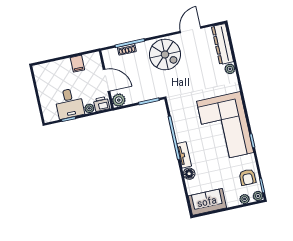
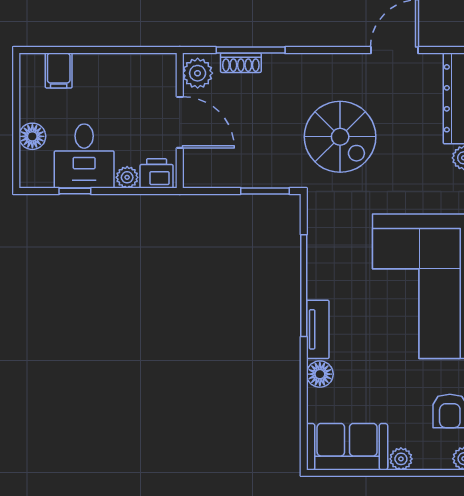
spiral stairs: (165, 54) -> (340, 137), moved
filing cabinet: (77, 64) -> (59, 71), moved
floor lamp: (45, 100) -> (32, 136), added
plant: (119, 100) -> (198, 73), moved
plant: (245, 199) -> (401, 459), moved

